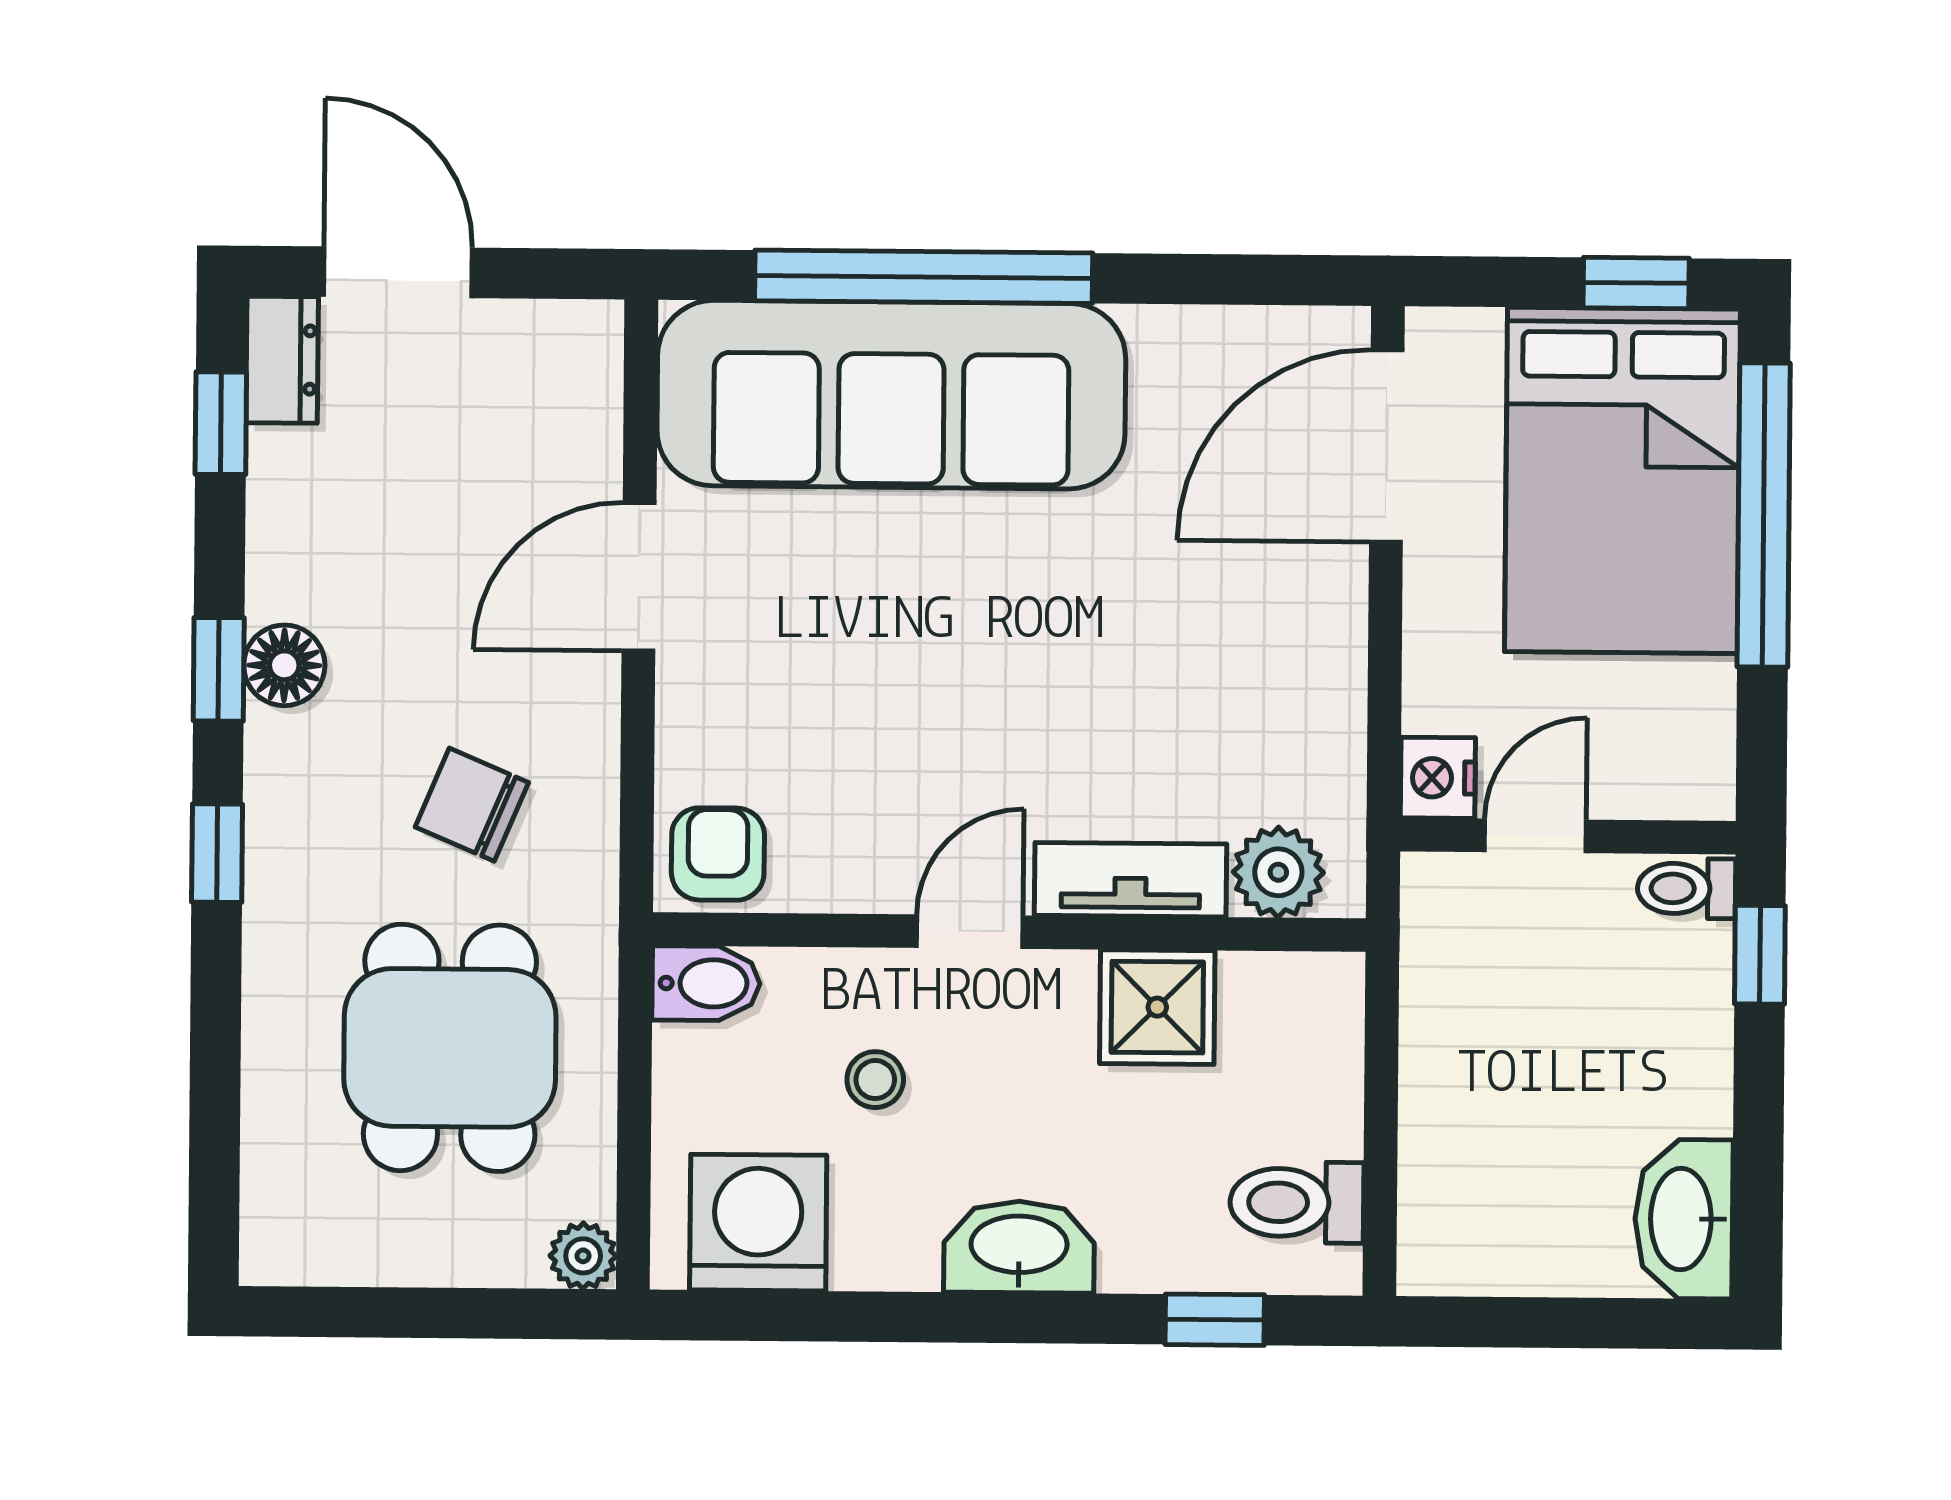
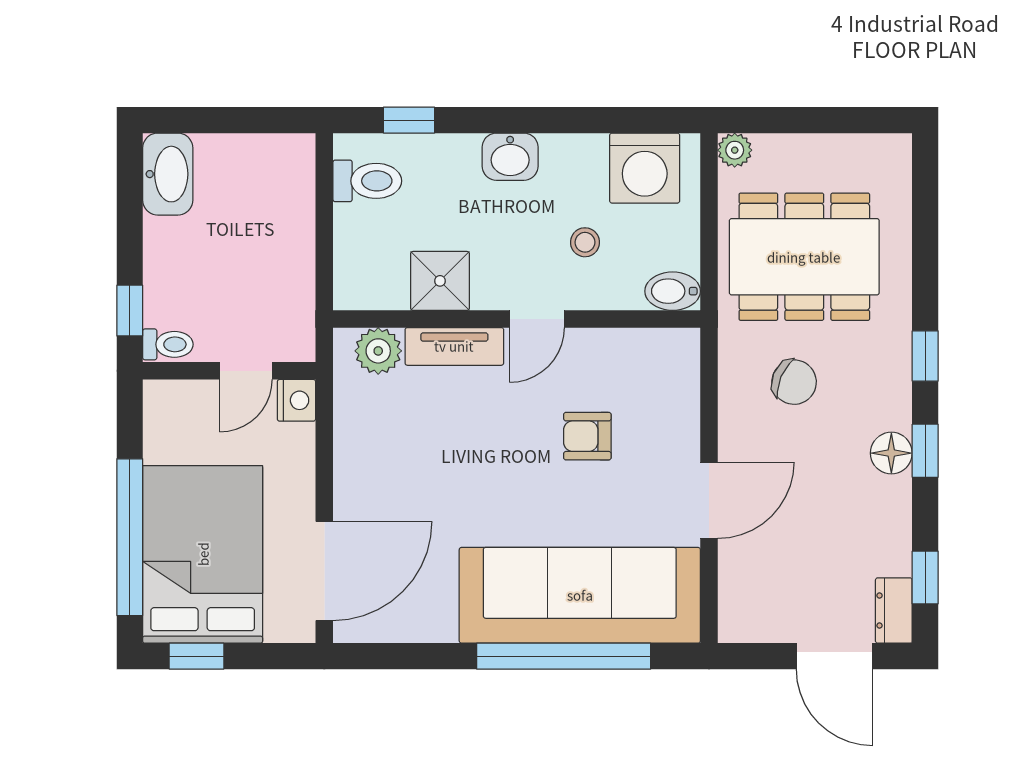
armchair: (718, 854) -> (587, 436), moved, turned 90
dining table: (450, 1048) -> (804, 257), width x1.37
washbasin: (1019, 1247) -> (510, 157), width x0.72

